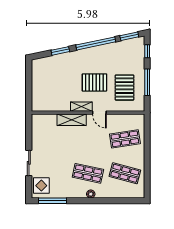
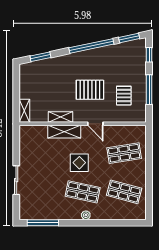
window: (60, 51) -> (40, 57), moved
pallet: (125, 88) -> (124, 96), width x0.67, depth x0.71
shelving: (36, 101) -> (24, 111), added
shelving: (81, 107) -> (61, 117), moved
display table: (41, 186) -> (79, 163), moved

